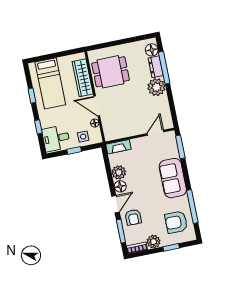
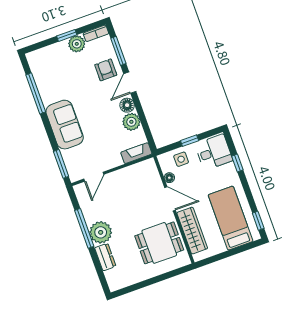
floor lamp: (152, 50) -> (113, 277), removed
window: (164, 68) -> (84, 228), moved
window: (32, 96) -> (258, 221), moved
armchair: (176, 222) -> (53, 72), removed
window: (171, 247) -> (67, 35), moved

